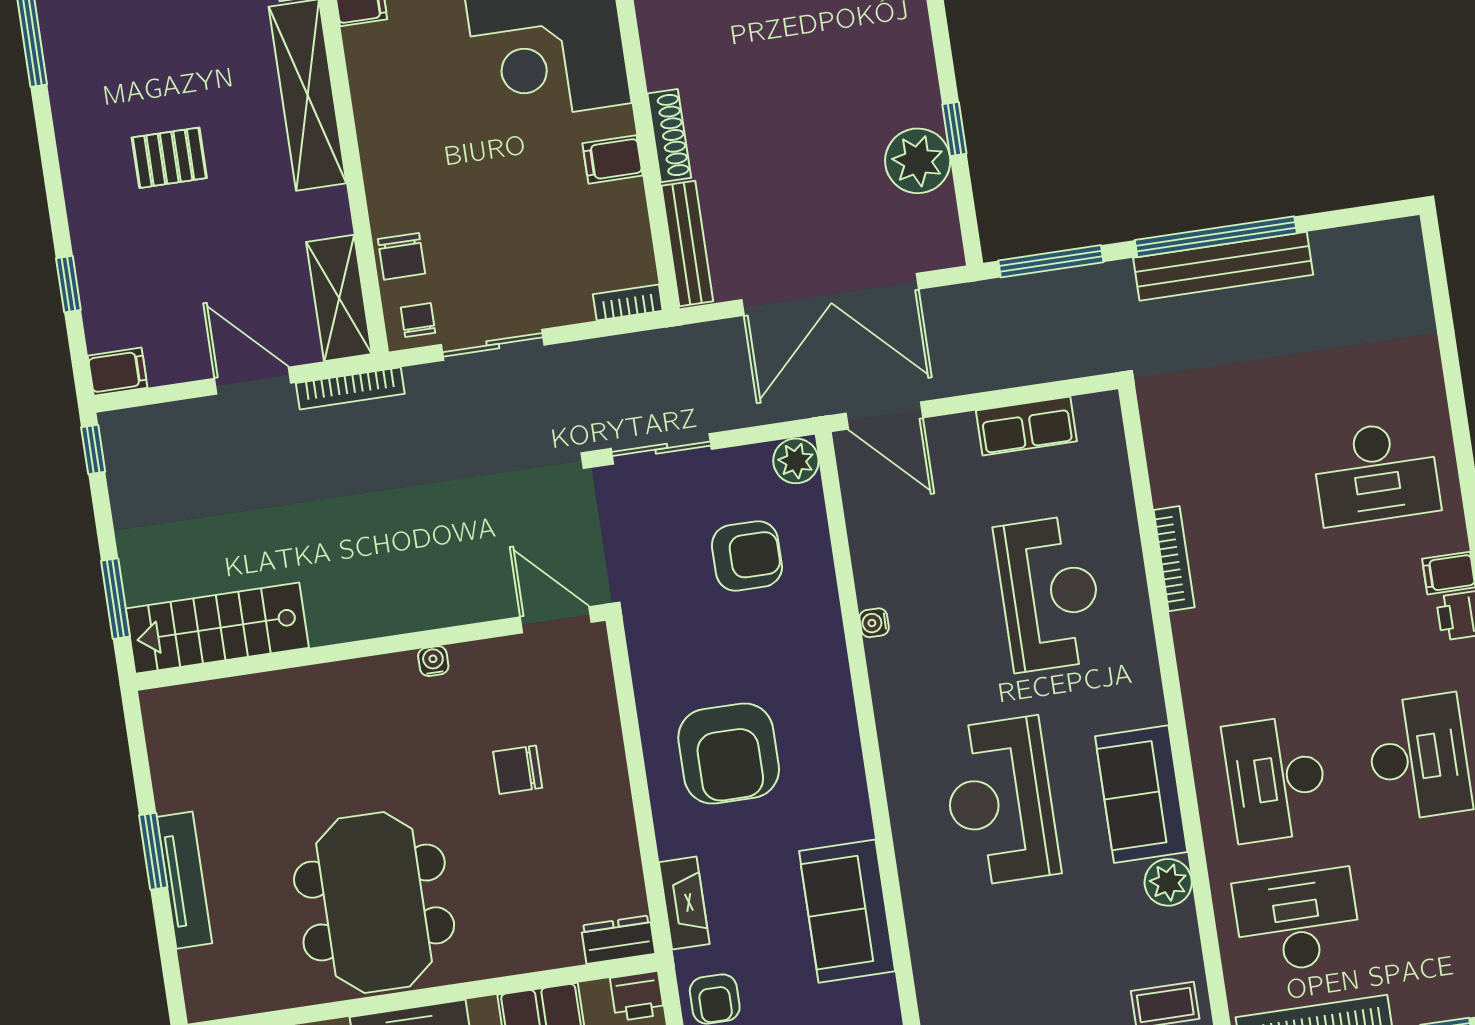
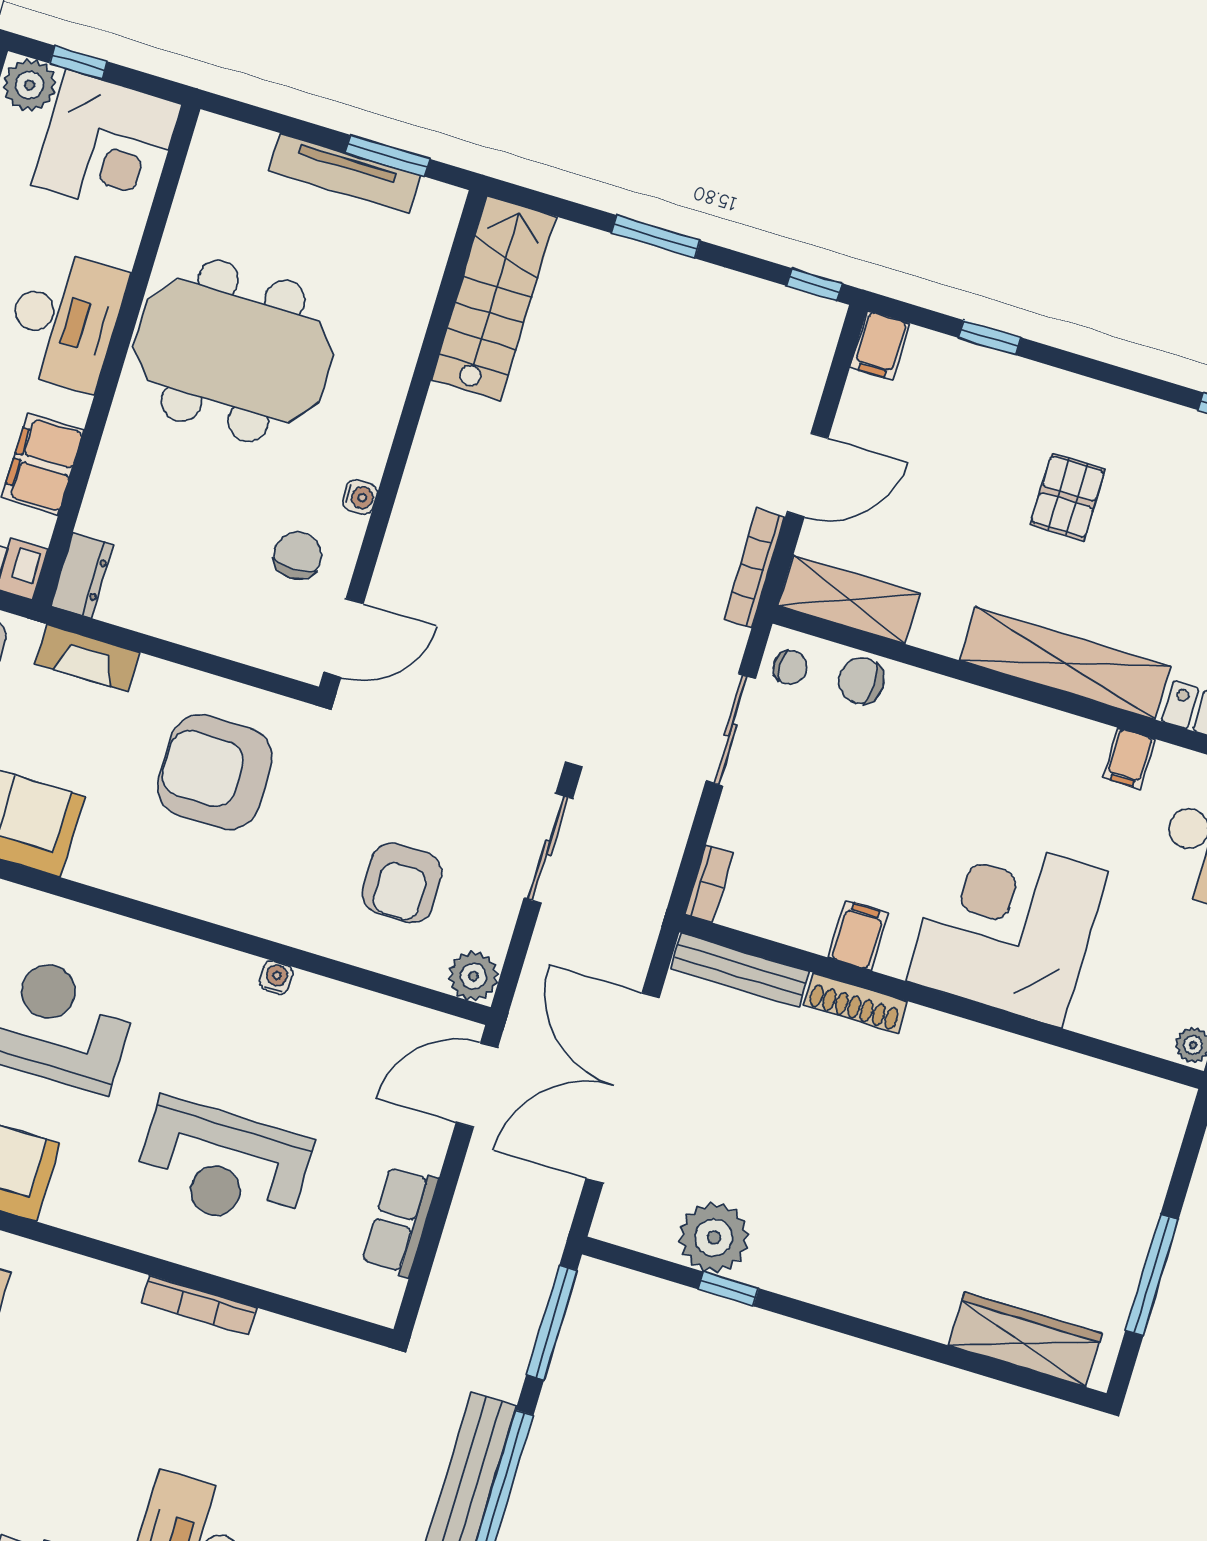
door: (556, 620) -> (343, 638), moved
stairs: (217, 628) -> (494, 298), moved
wall: (371, 647) -> (403, 441), moved
water cooler: (433, 661) -> (360, 497), moved

